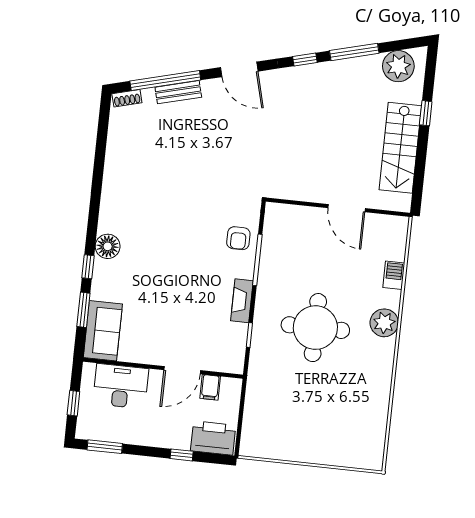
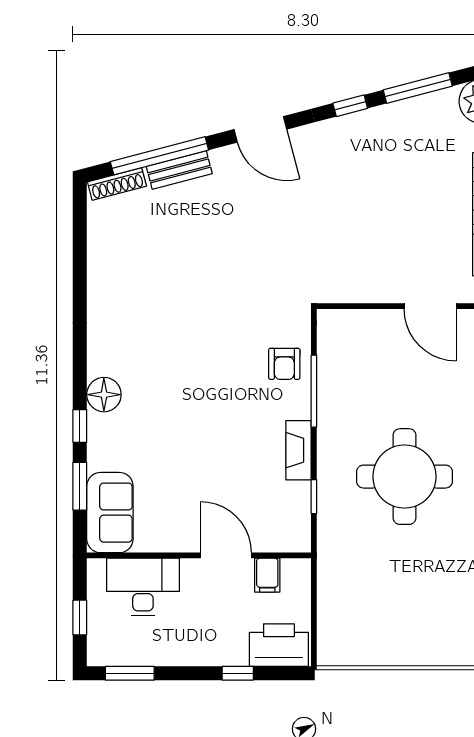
shoe rack: (127, 98) -> (117, 184), width x1.43
door: (182, 370) -> (226, 555), swing flipped

